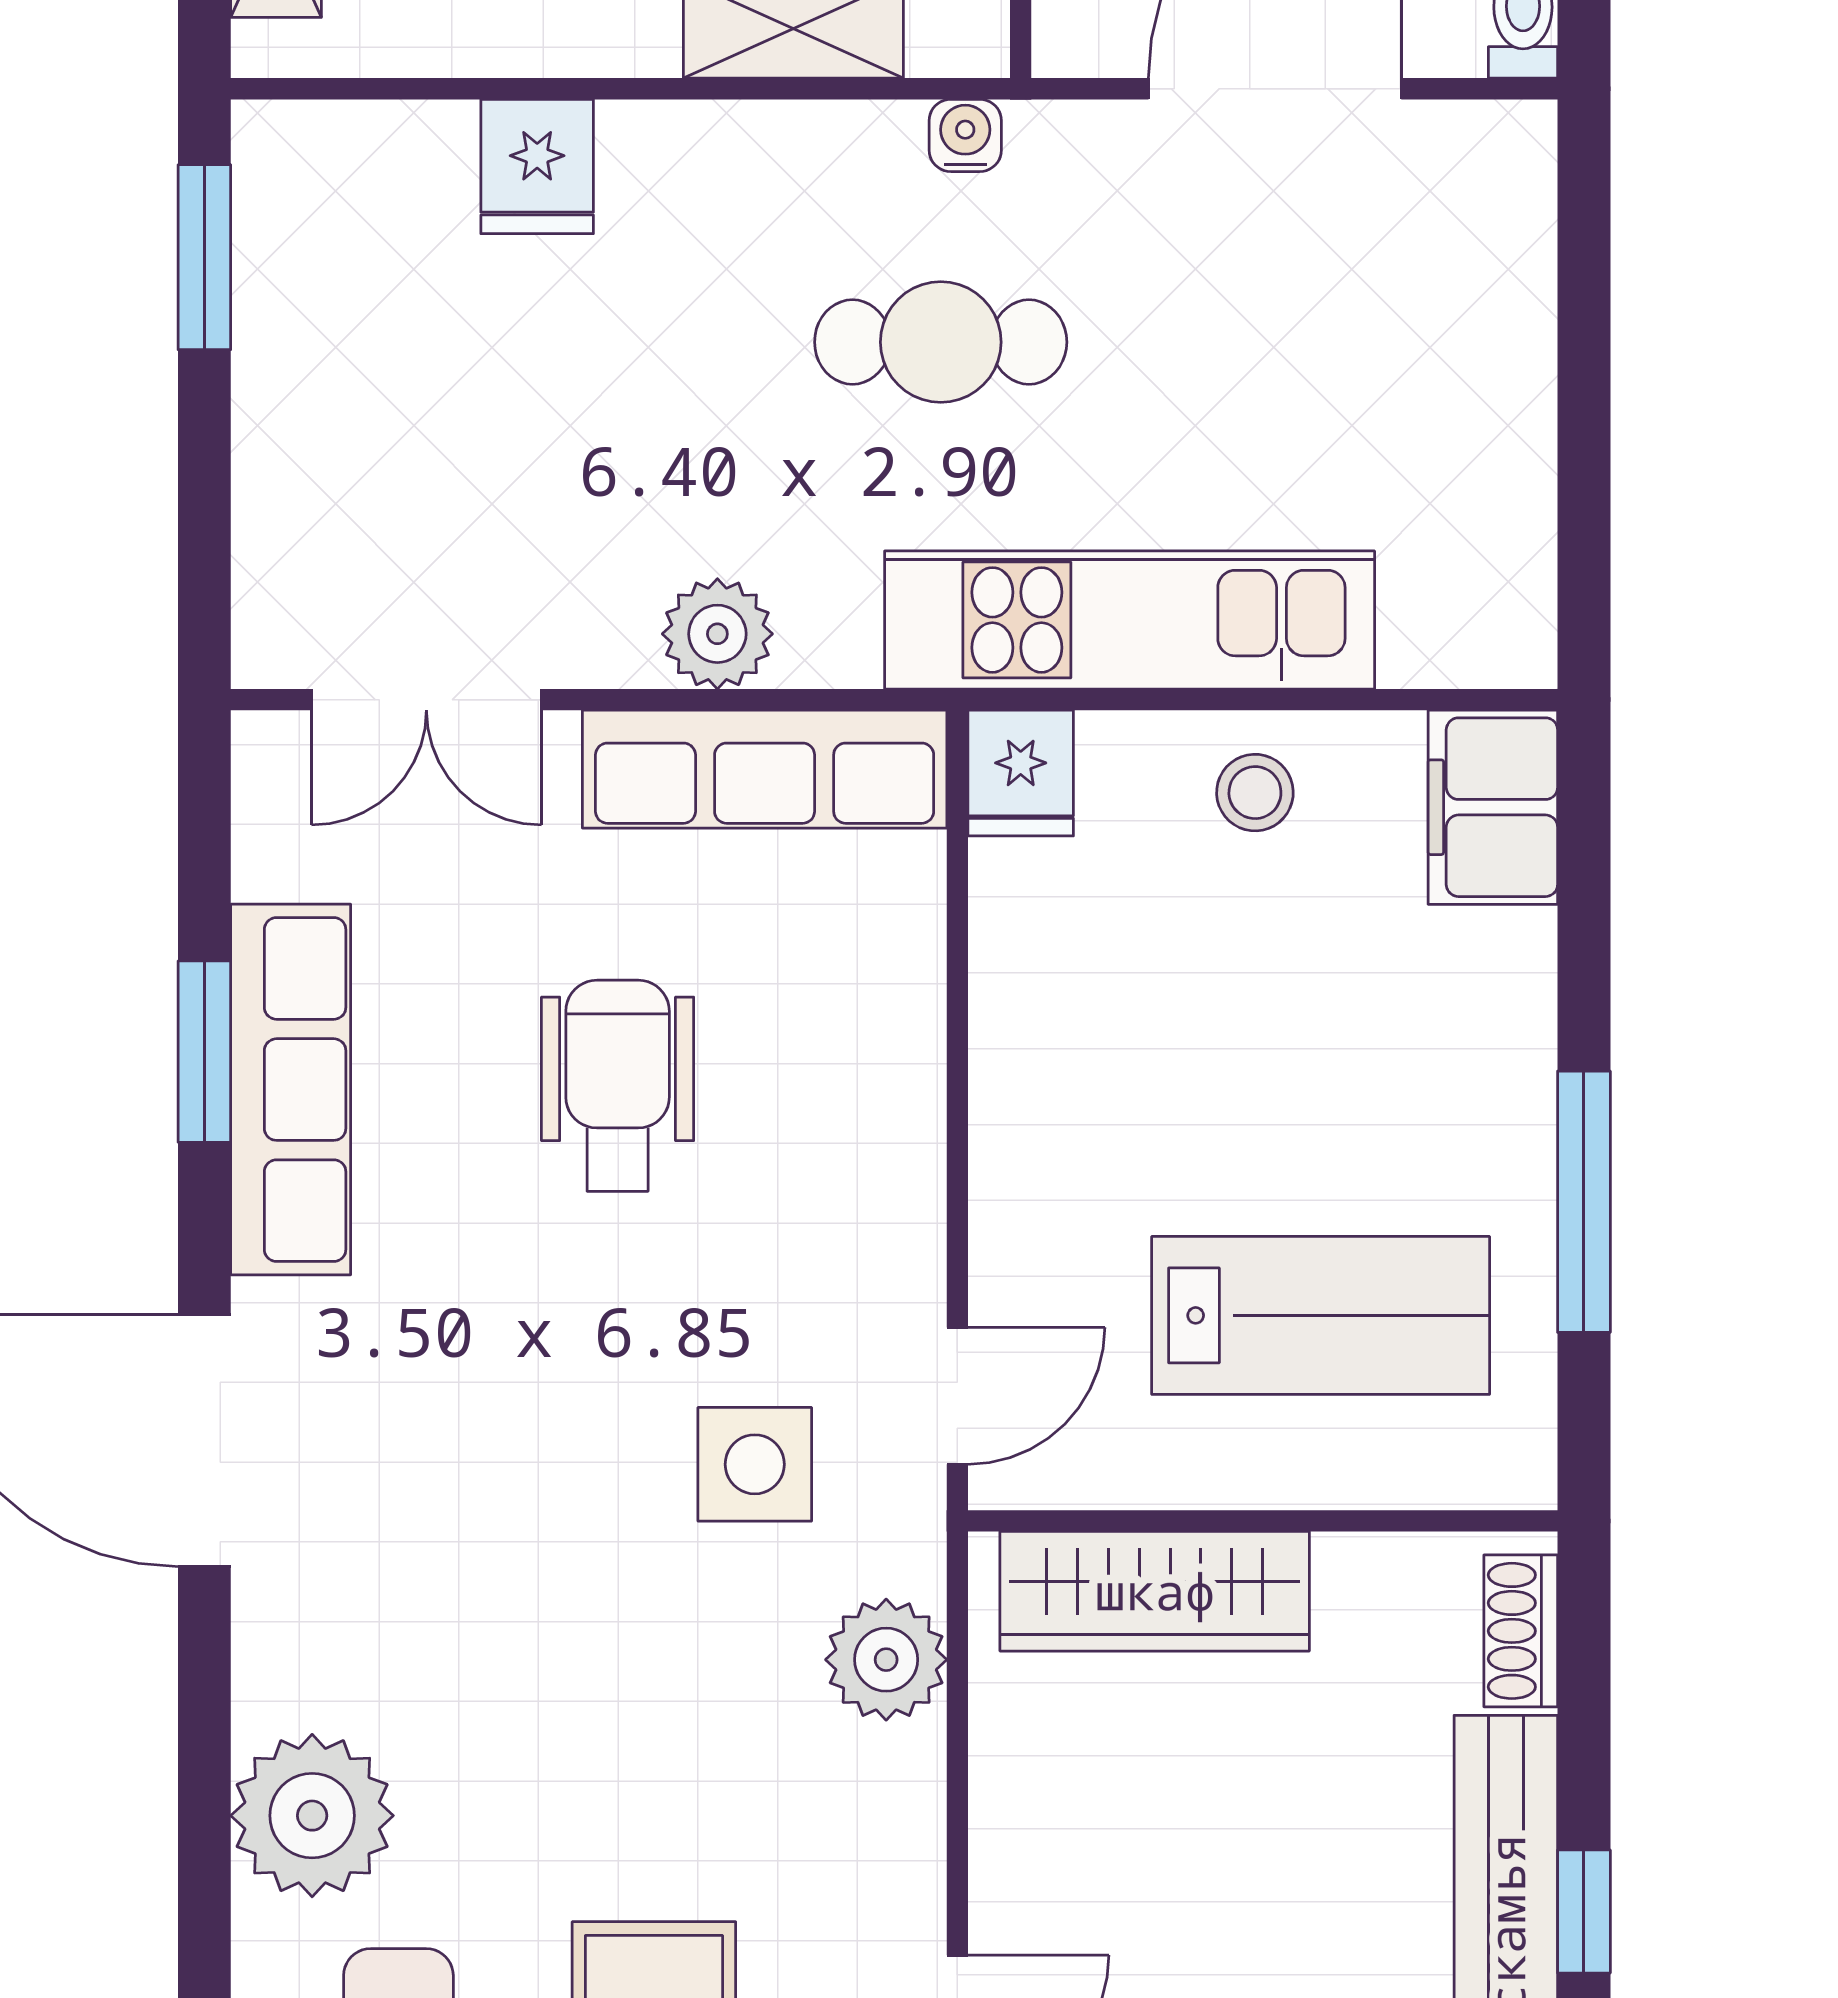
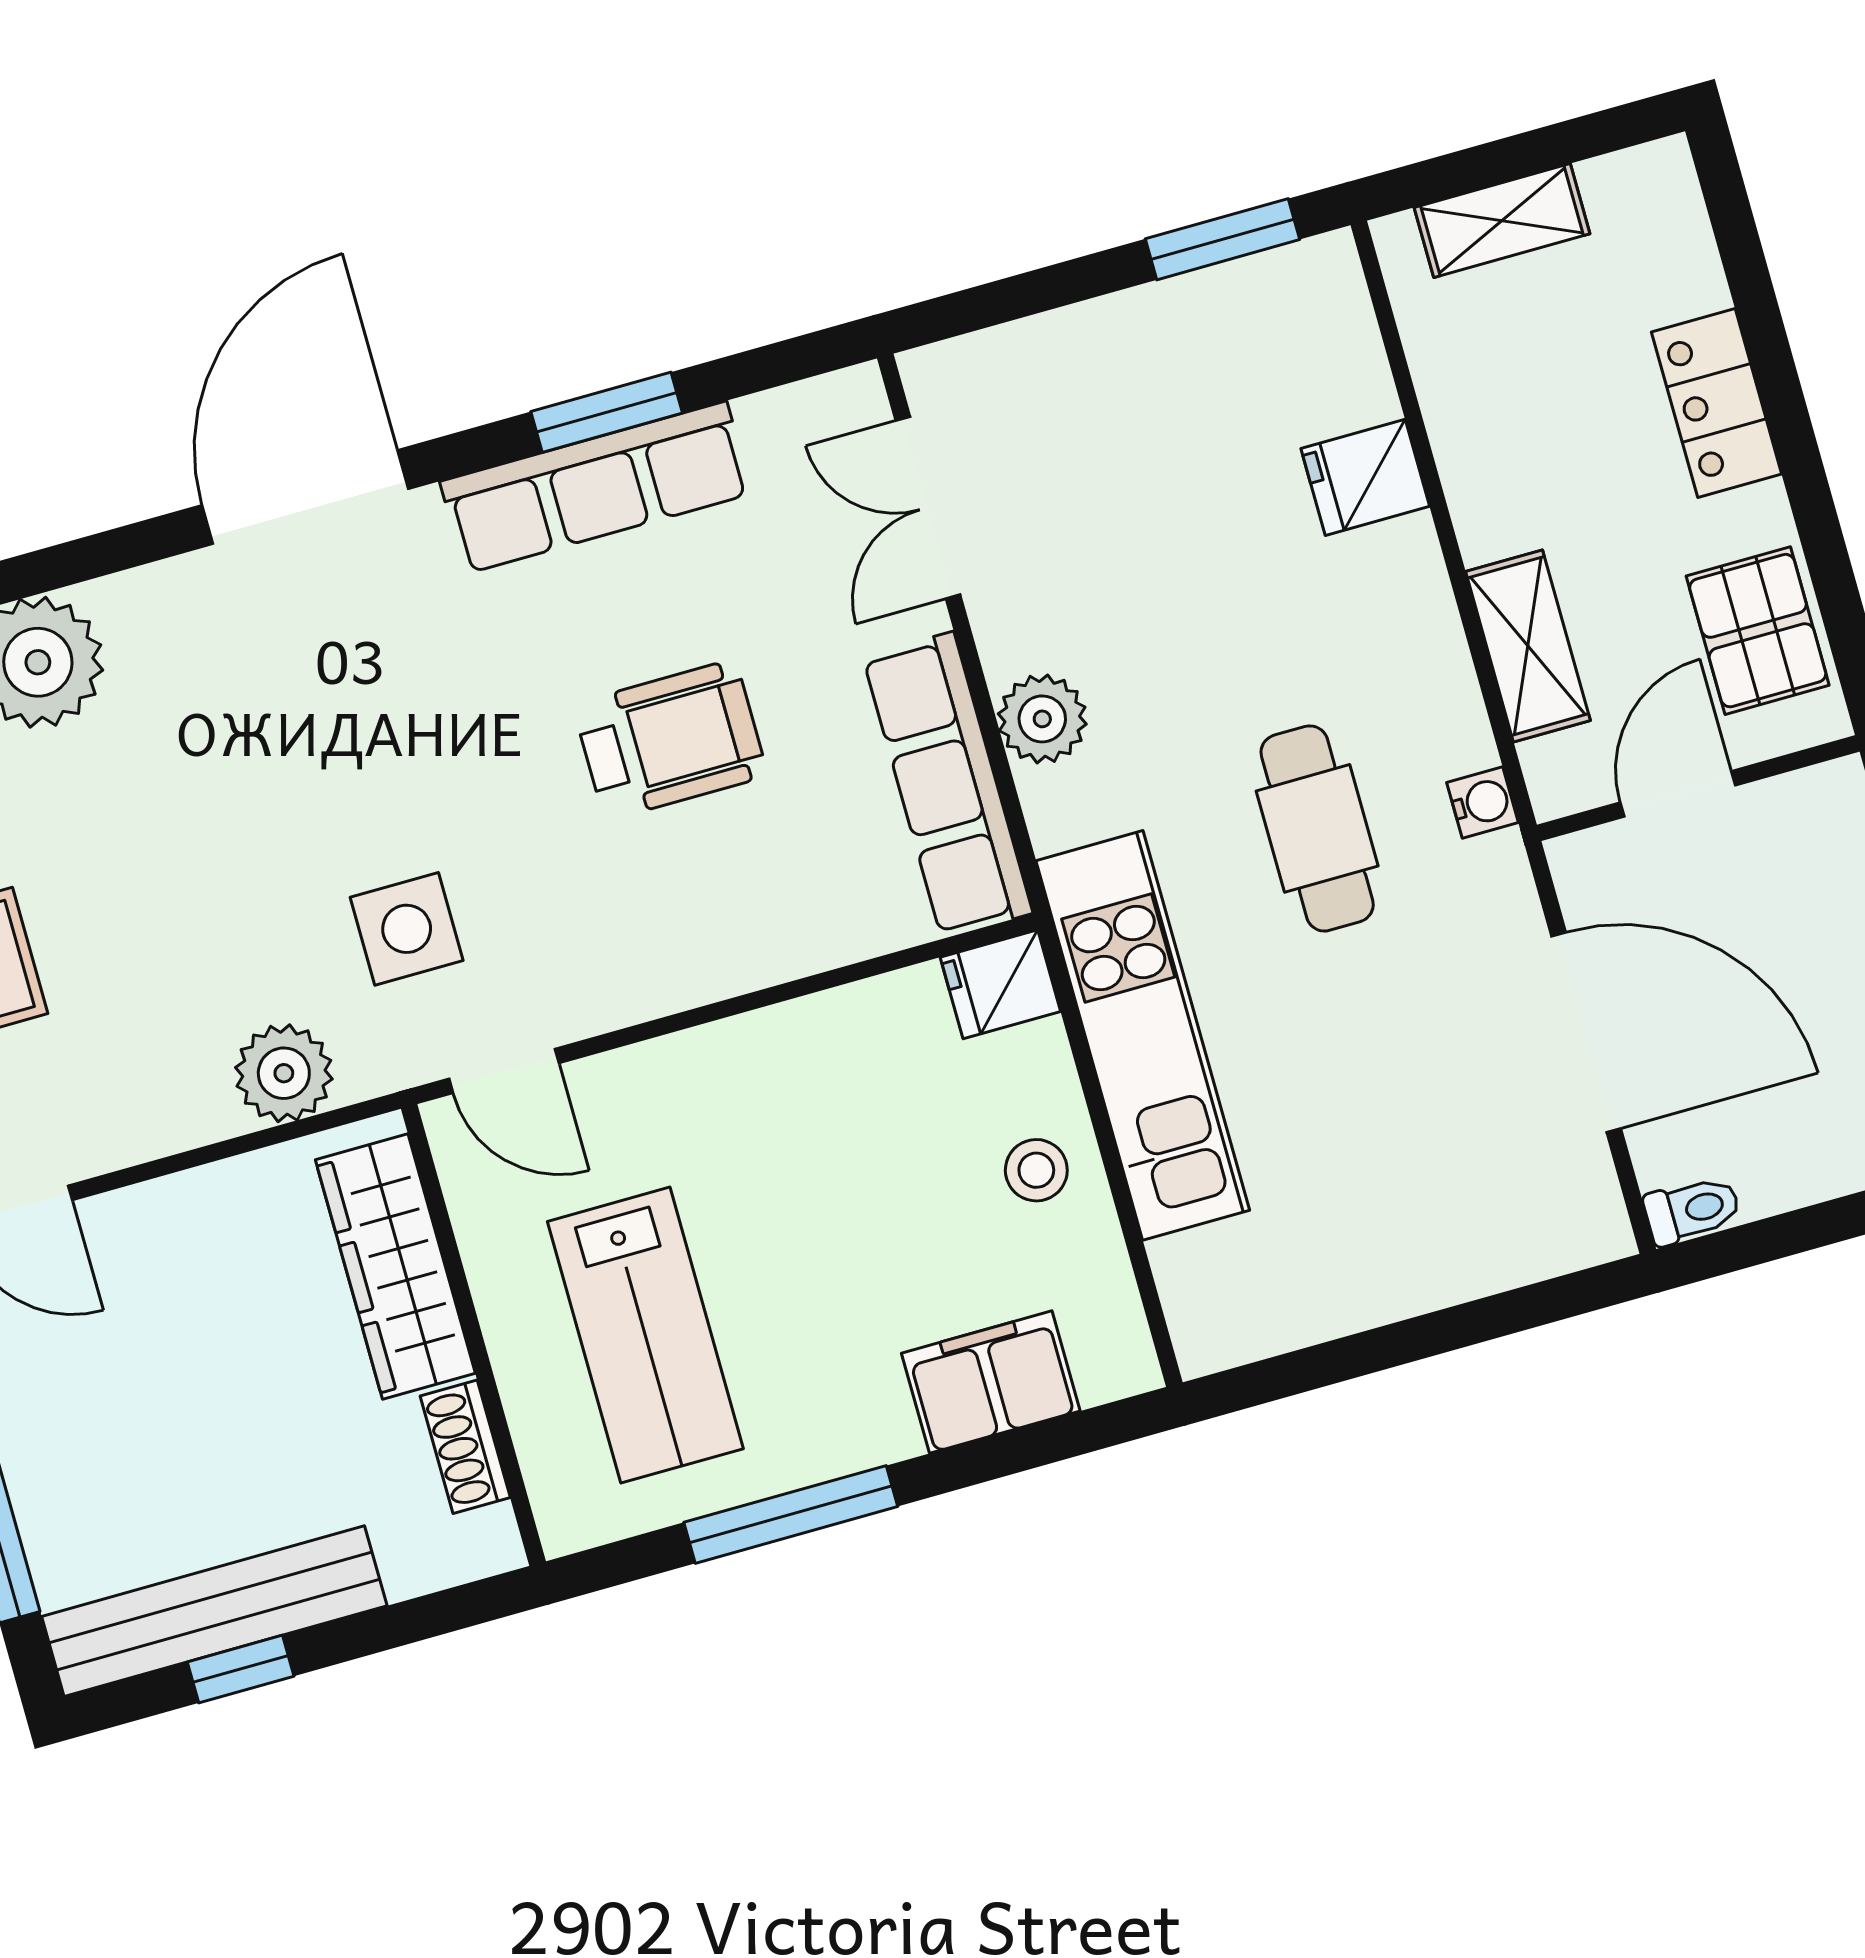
filing cabinet: (1493, 807) -> (991, 1382), moved
shoe rack: (1521, 1631) -> (465, 1447), moved, turned -90

